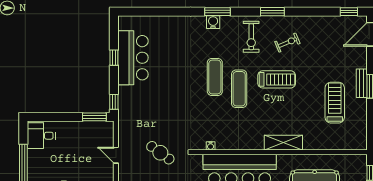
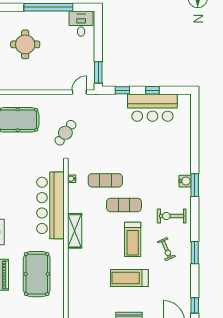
window: (272, 12) -> (195, 253), moved
exercise mat: (215, 77) -> (105, 180), moved
window: (114, 102) -> (122, 90), moved
treadmill: (335, 103) -> (129, 278), moved, turned 180
shelving: (283, 143) -> (75, 231), moved
door: (116, 155) -> (79, 92), moved

